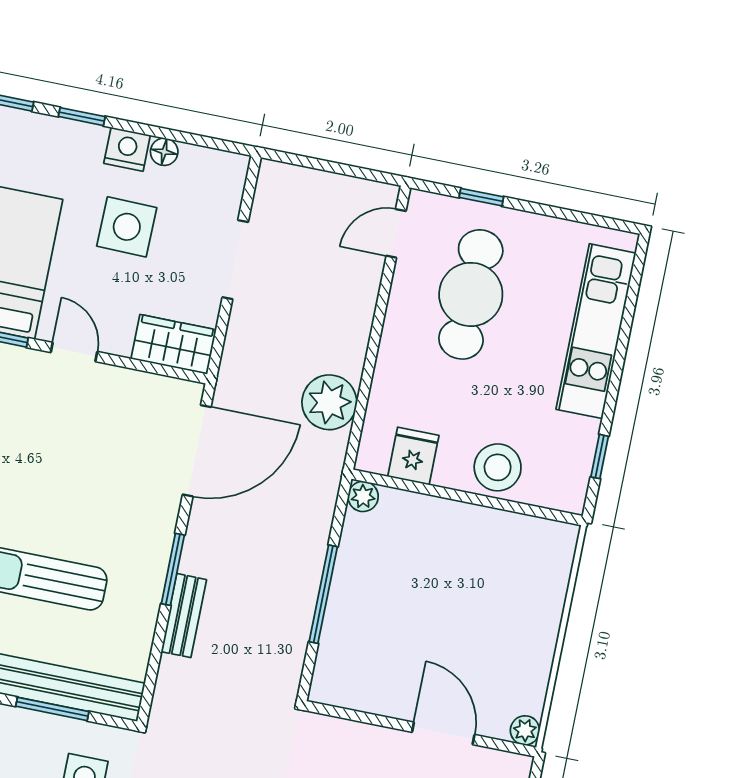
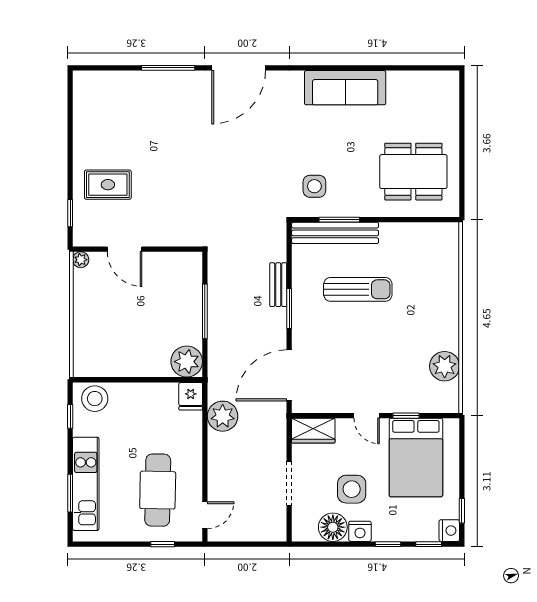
floor lamp: (164, 152) -> (333, 527), width x1.89, depth x1.89
window: (627, 320) -> (70, 493), added
fridge: (413, 456) -> (191, 396), moved
stool: (498, 467) -> (95, 399), moved
plant: (363, 496) -> (187, 362), width x1.88, depth x1.88

